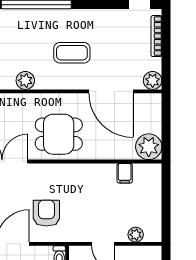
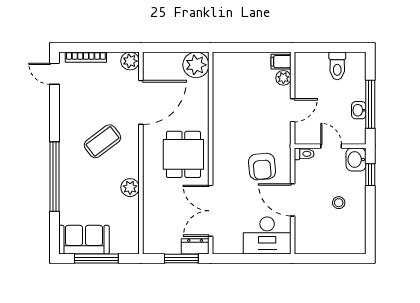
coffee table: (72, 53) -> (102, 141), turned 53
filing cabinet: (125, 173) -> (281, 62), moved, turned 180
armchair: (46, 213) -> (262, 167), turned -95

